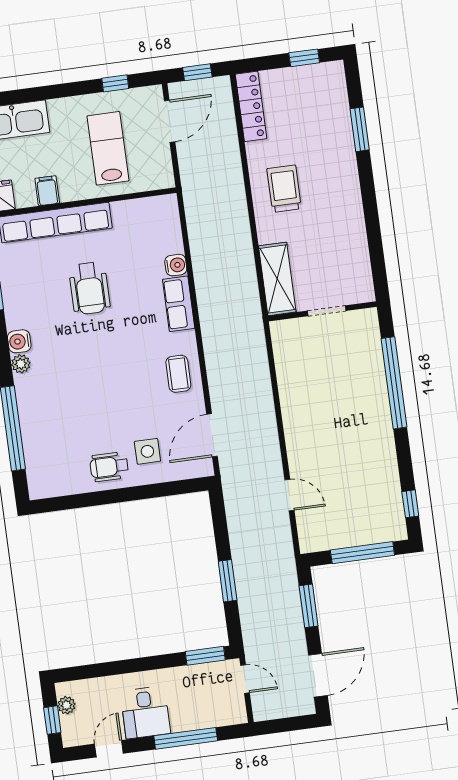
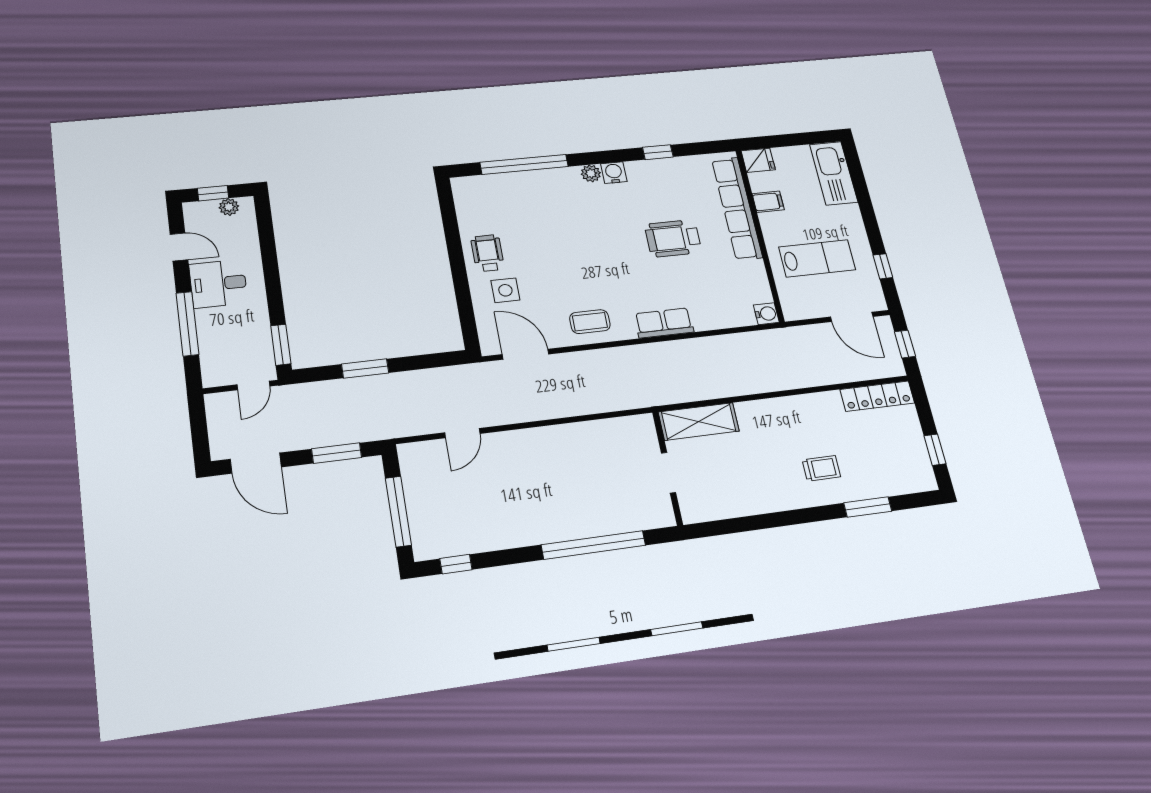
trolley: (284, 189) -> (821, 468), moved, width x0.73, depth x0.72
water cooler: (176, 265) -> (766, 314), moved, turned -90

